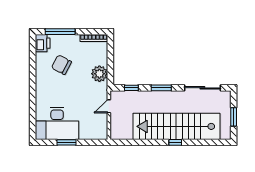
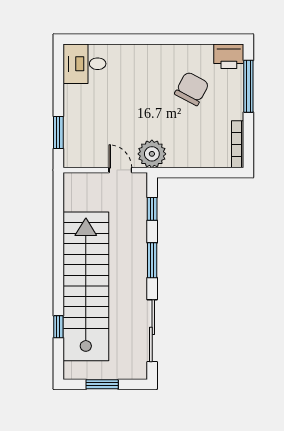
plant: (99, 74) -> (152, 154), moved
desk: (57, 123) -> (84, 64), width x0.53, depth x0.77
window: (66, 142) -> (58, 133), moved
window: (175, 142) -> (58, 327), moved

